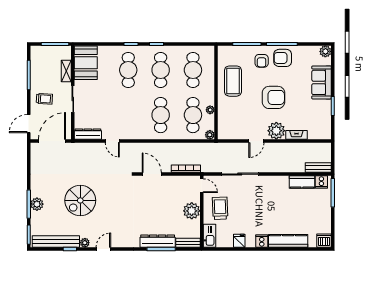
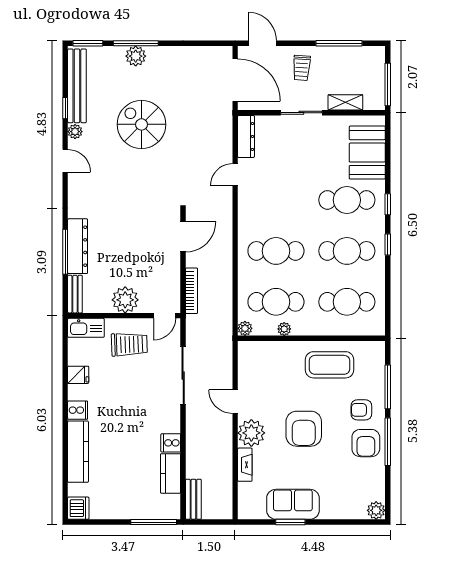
armchair: (283, 58) -> (366, 443), turned 180
booth: (86, 63) -> (367, 153), moved, turned 90
sofa: (322, 82) -> (293, 504), moved
cooker: (321, 182) -> (171, 443), moved

